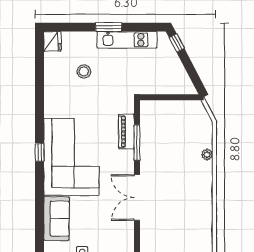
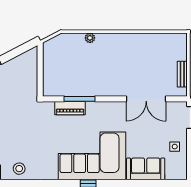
stool: (84, 71) -> (19, 169), moved
double door: (137, 198) -> (146, 99), moved

